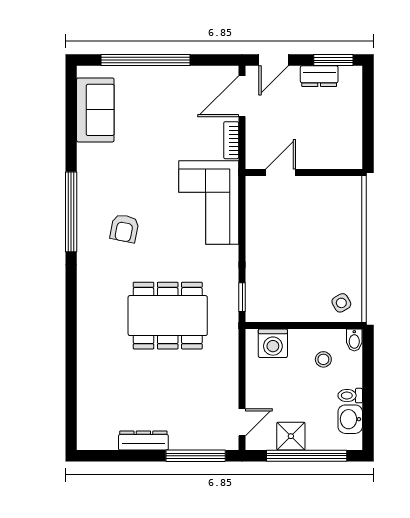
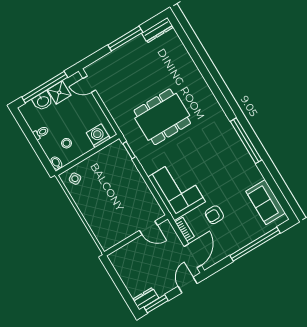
dresser: (319, 76) -> (146, 299), moved
door: (280, 173) -> (148, 228), hinge flipped
armchair: (124, 228) -> (214, 215), moved, turned -101
washbasin: (350, 419) -> (43, 101), moved, turned 90
door: (242, 422) -> (89, 84), hinge flipped
dresser: (143, 441) -> (157, 30), moved
window: (196, 456) -> (125, 39), moved

